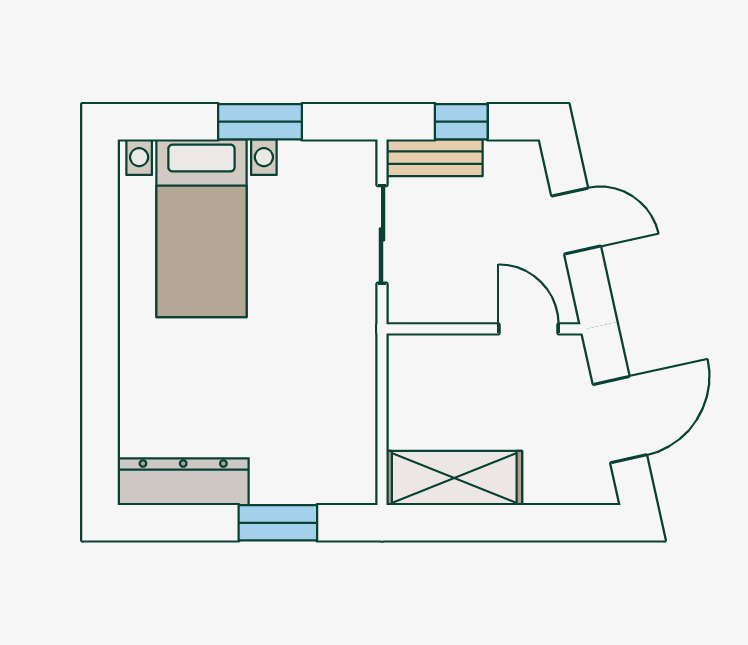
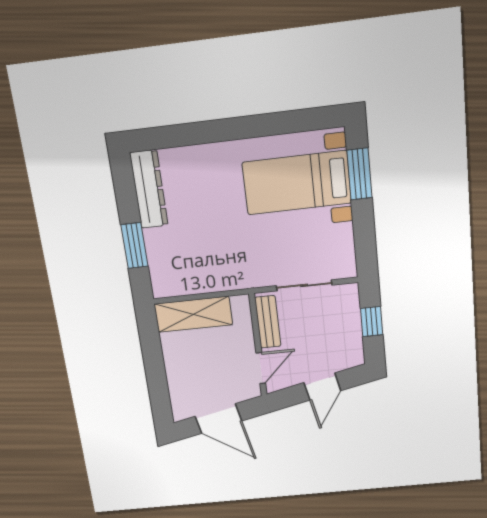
window: (260, 122) -> (359, 174), moved
bench: (435, 158) -> (268, 322), moved
shelving: (454, 478) -> (193, 314), moved, turned 90

